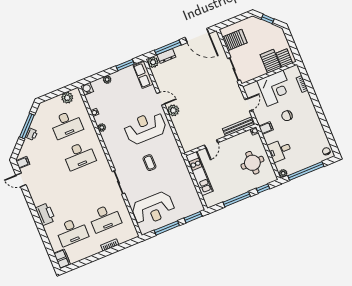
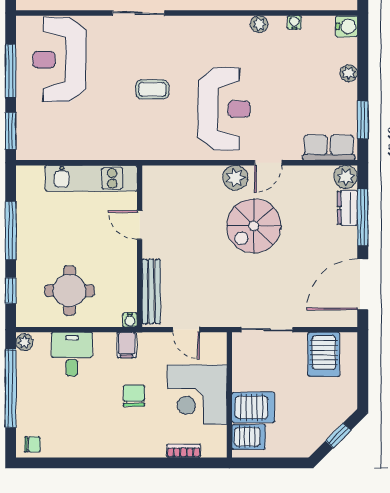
spiral stairs: (191, 94) -> (254, 226), added

